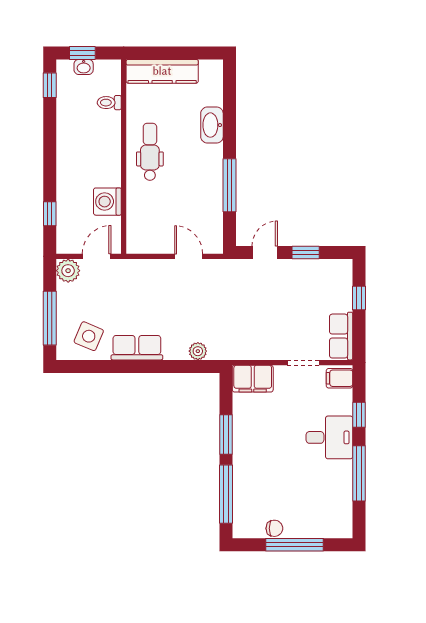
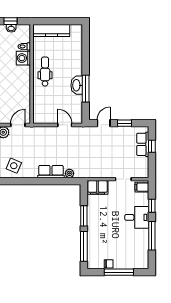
washbasin: (212, 125) -> (77, 85), moved
washing machine: (107, 202) -> (23, 58), moved
row of seats: (341, 336) -> (143, 144), moved
row of seats: (137, 348) -> (51, 172), moved

